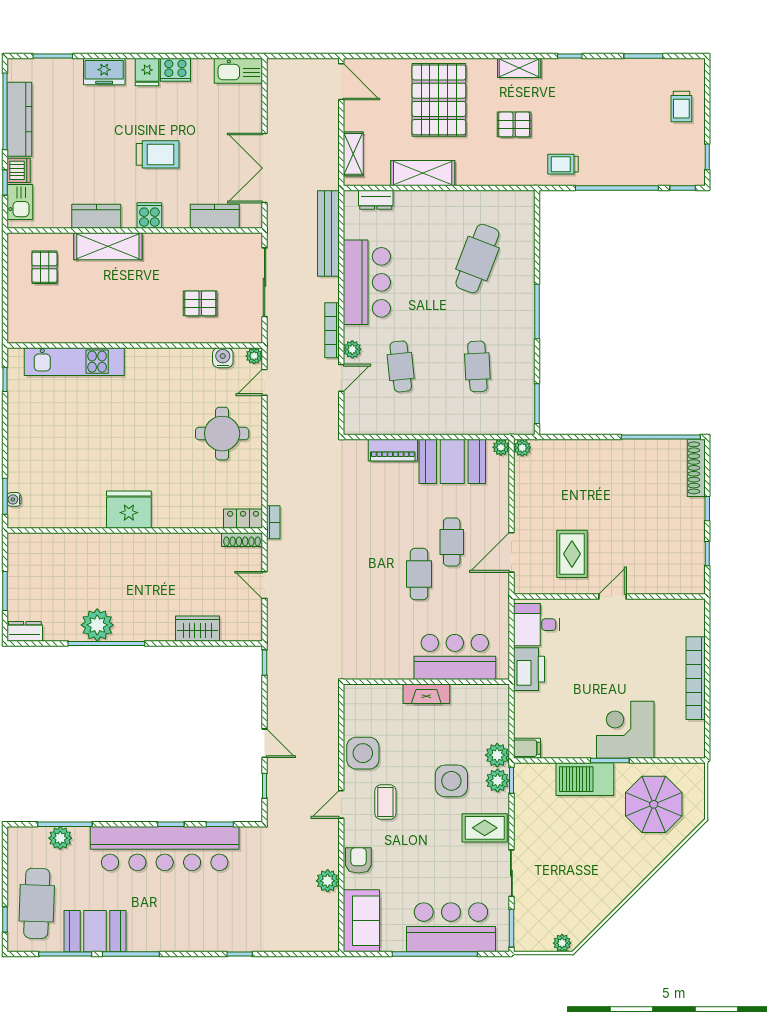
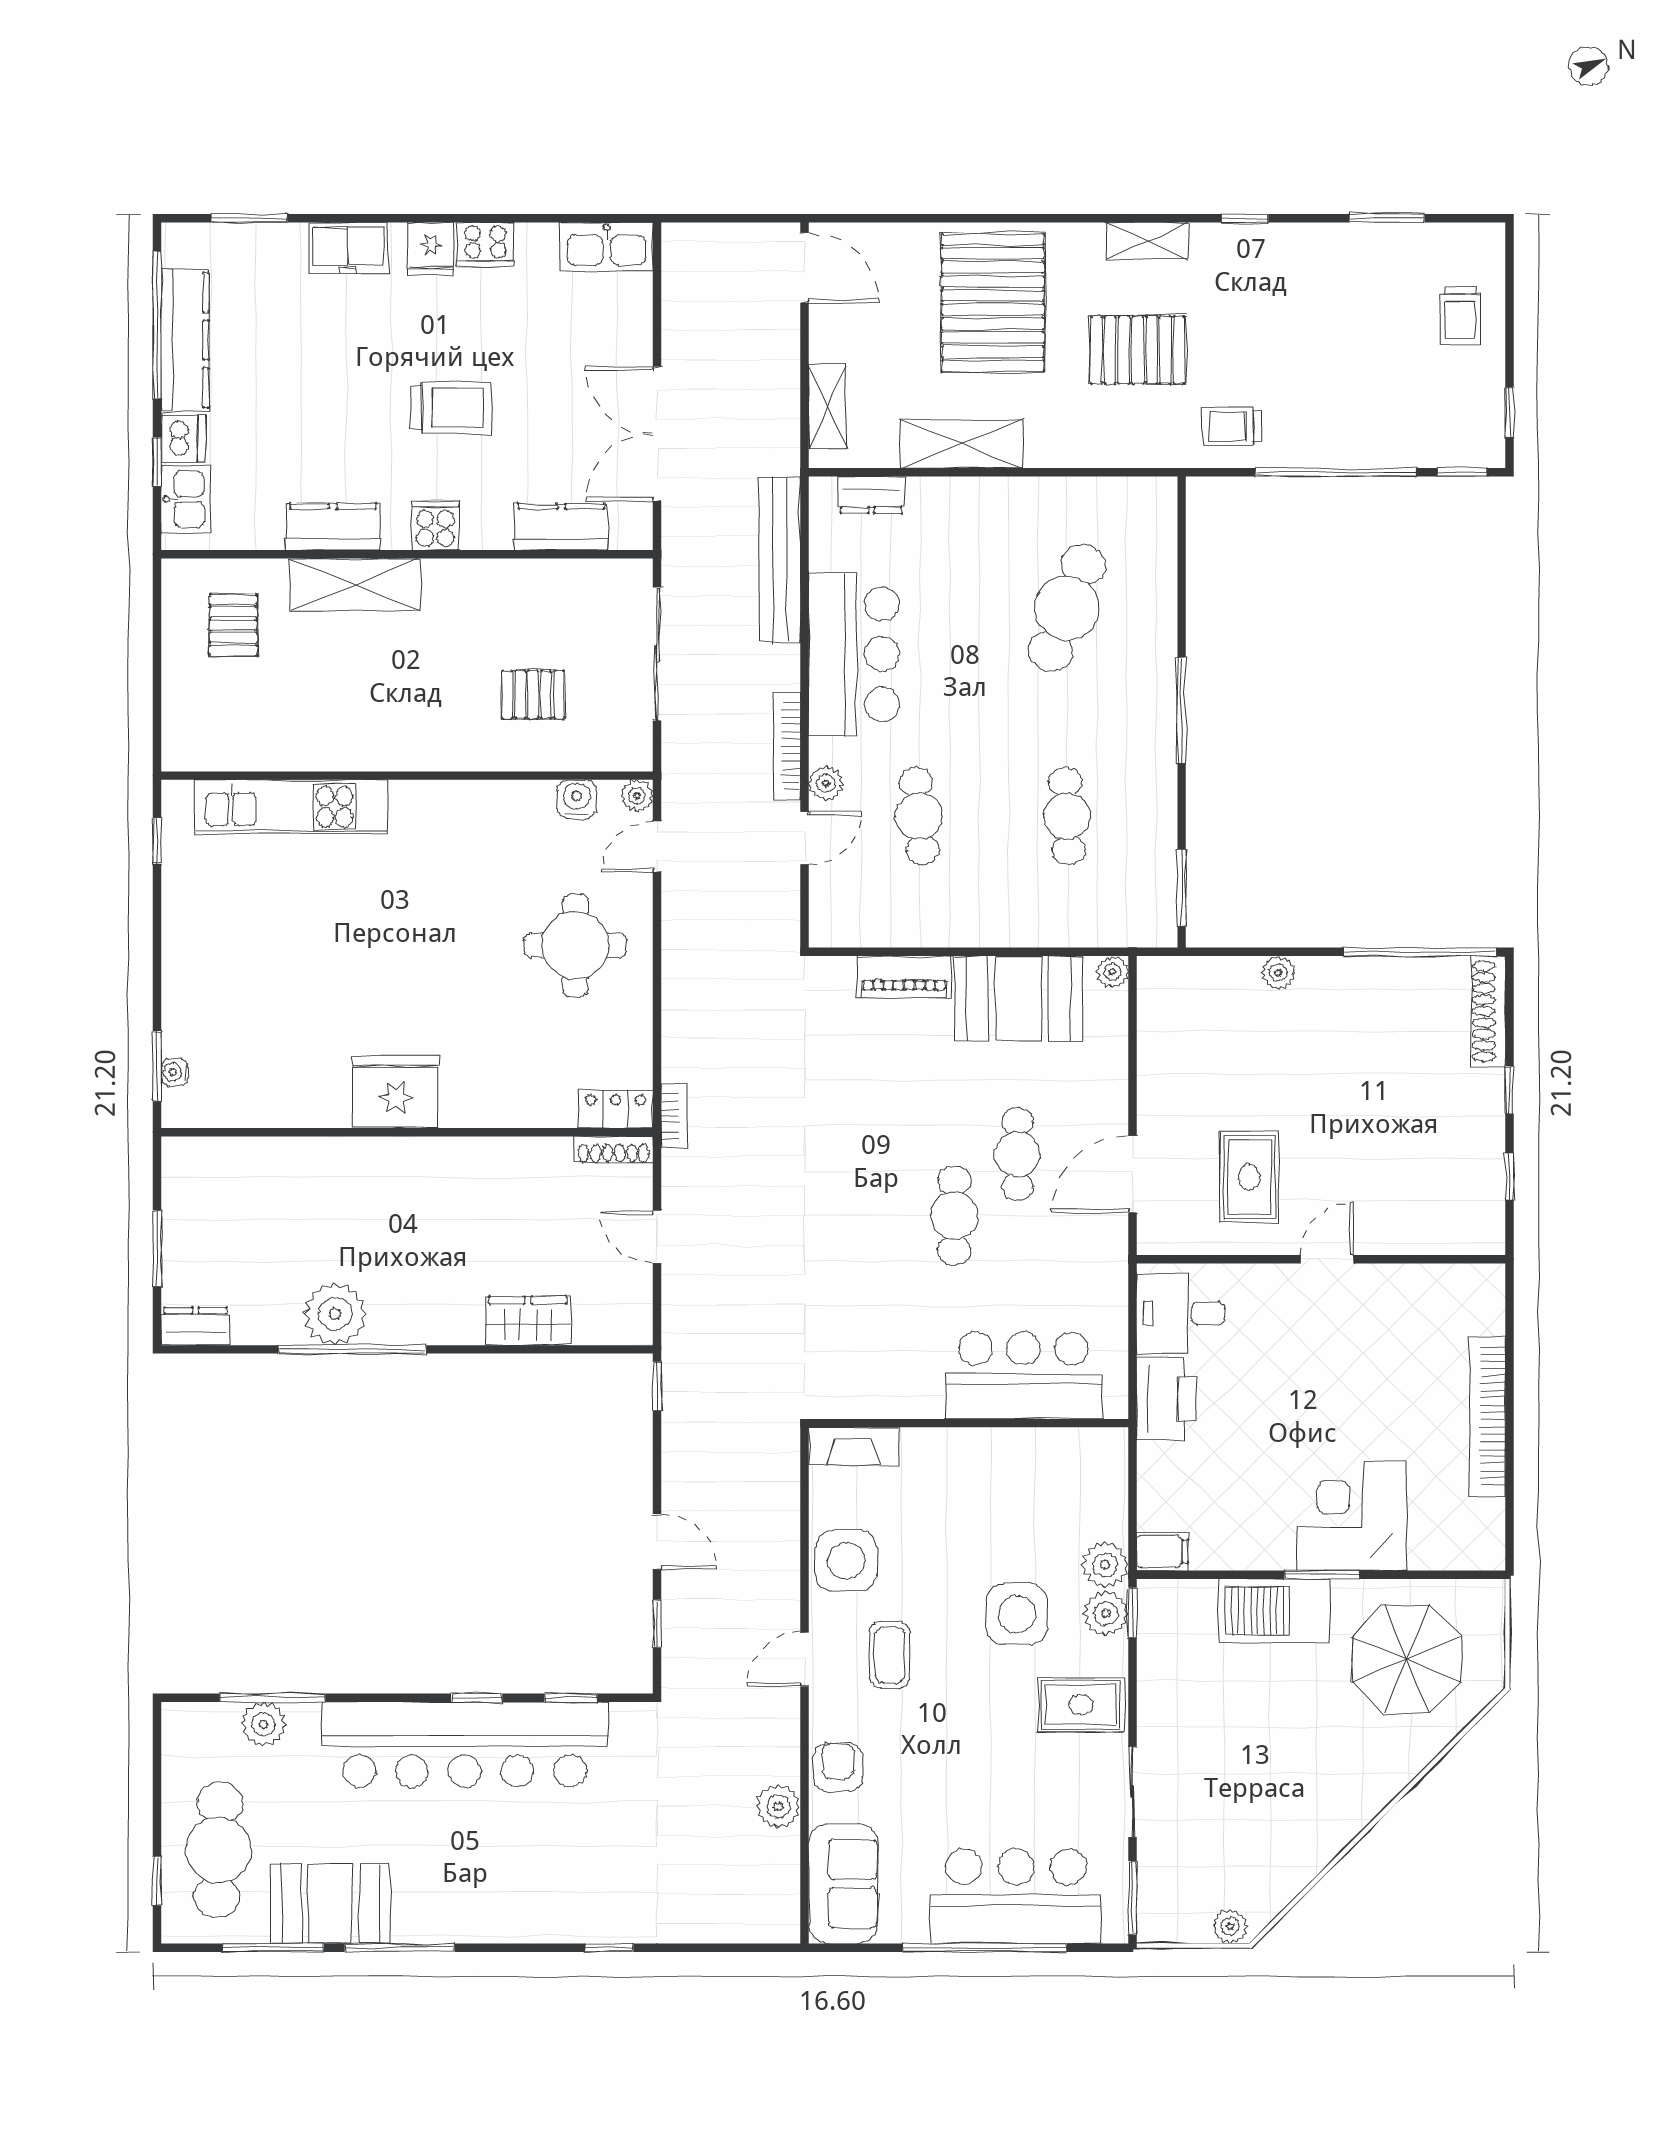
pallet: (514, 124) -> (1138, 350), width x1.50, depth x1.42
plant: (522, 448) -> (1278, 973), moved
fireplace: (426, 694) -> (853, 1446), moved

